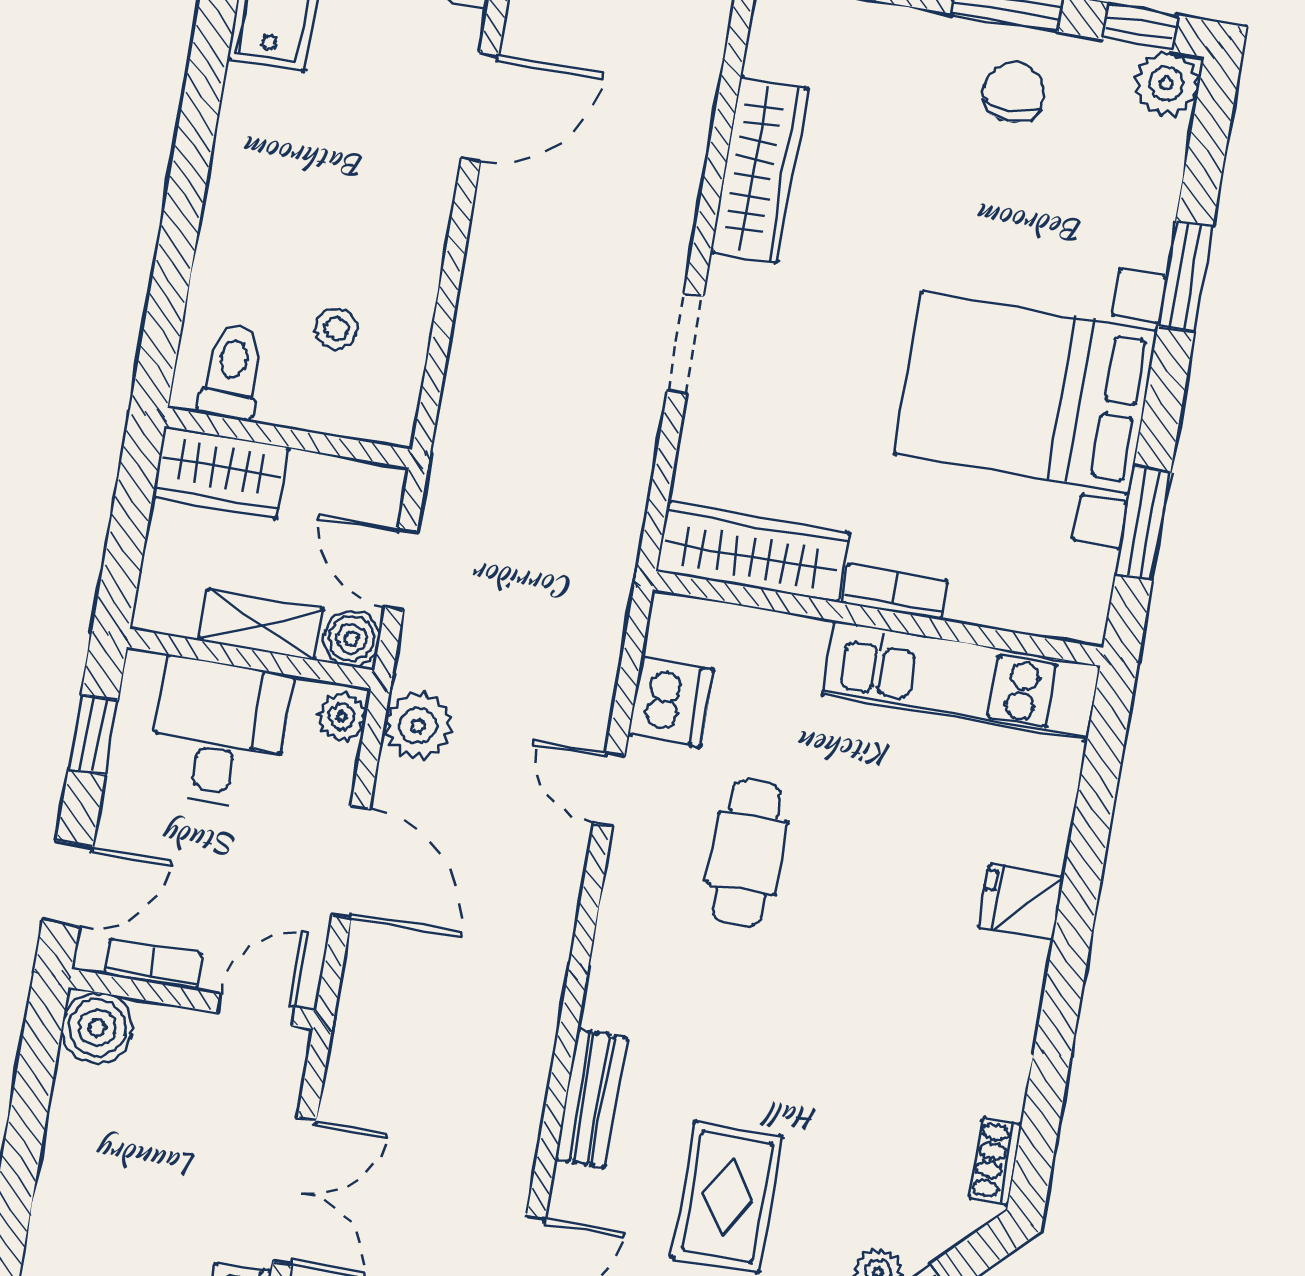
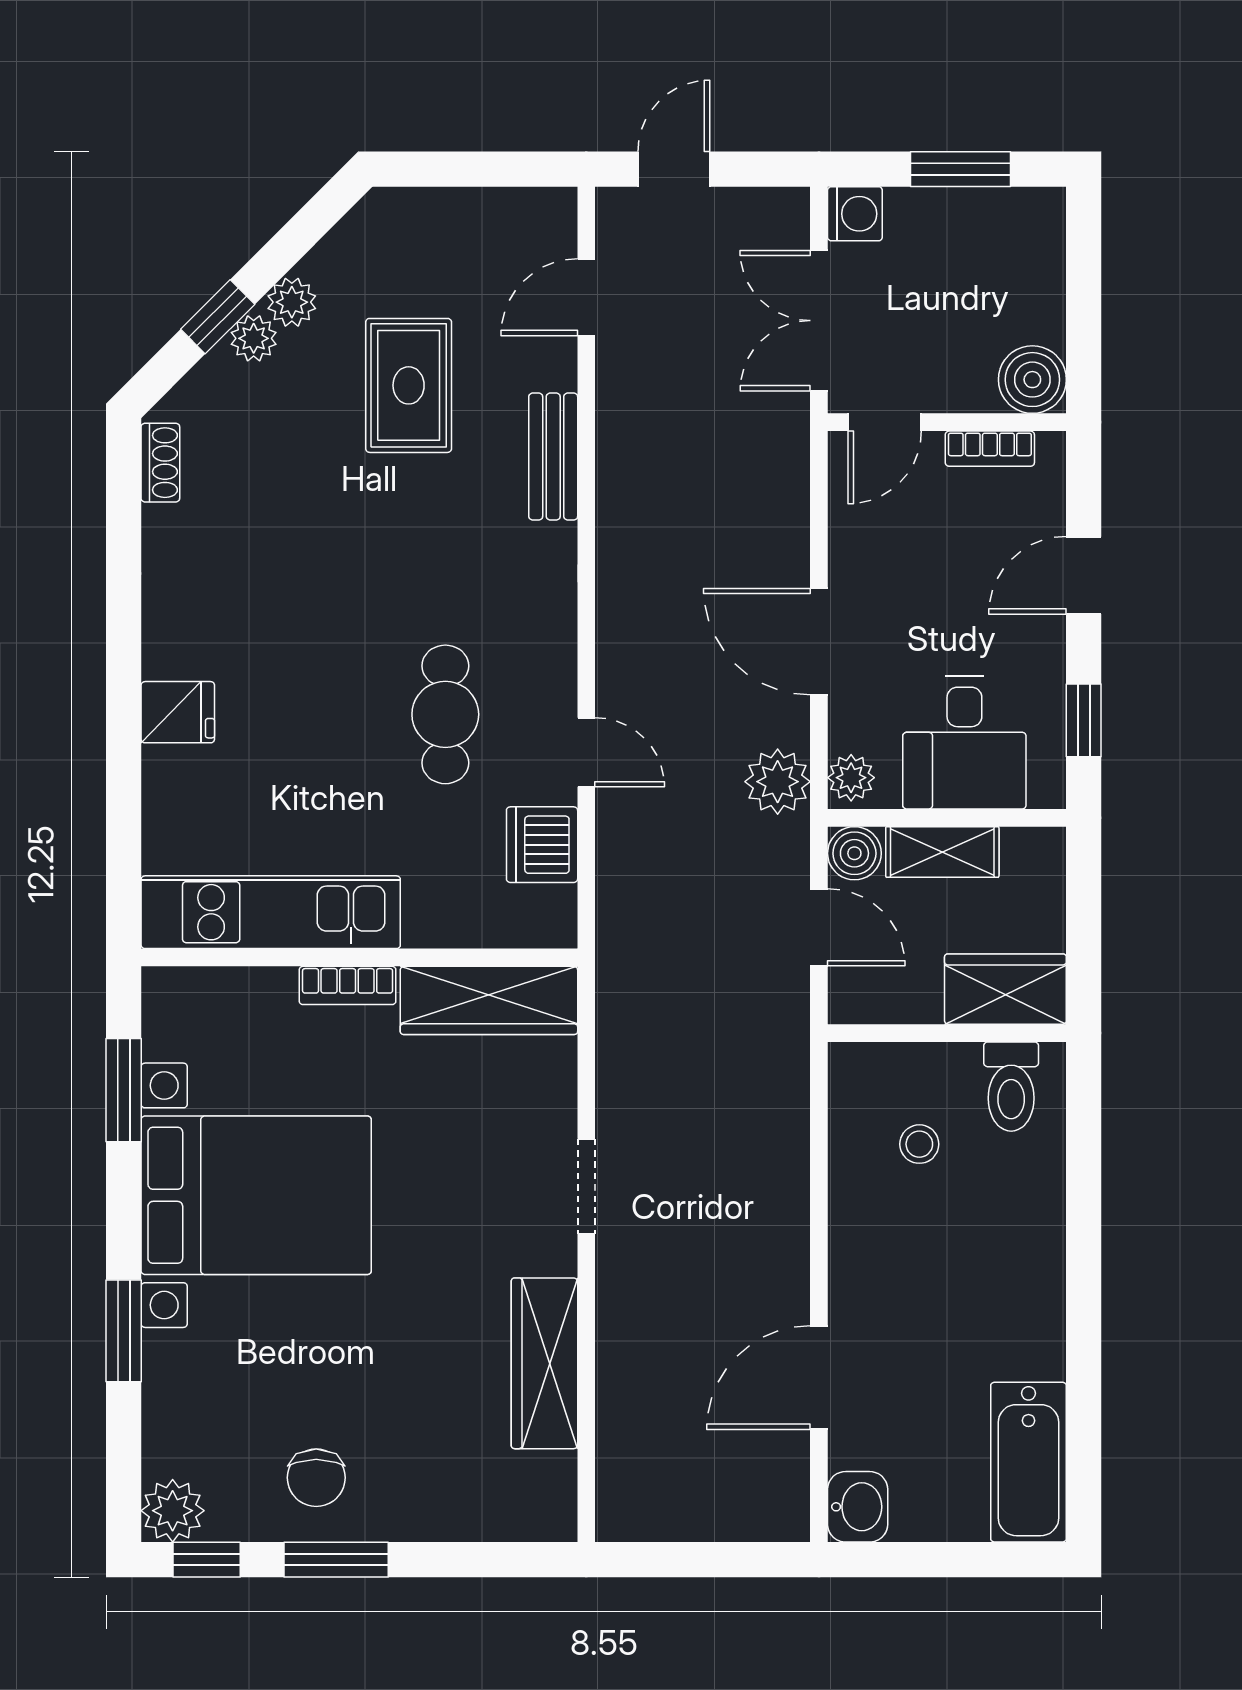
bookcase: (153, 964) -> (990, 449), moved
wall: (192, 999) -> (947, 422), moved
door: (256, 1010) -> (885, 422), moved
boiler: (97, 1028) -> (1032, 380), moved

